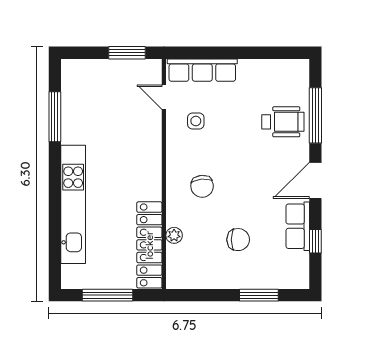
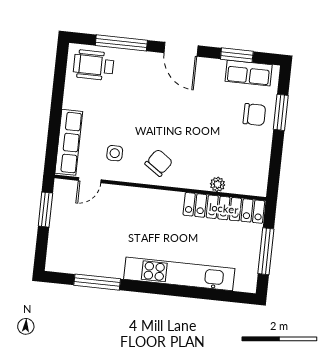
wheelchair: (283, 122) -> (94, 65), moved, turned -90
chair: (202, 186) -> (159, 163), moved, turned -49
row of seats: (298, 226) -> (249, 73), moved
chair: (238, 240) -> (254, 115), moved, turned 90
window: (315, 241) -> (237, 55), width x1.50

